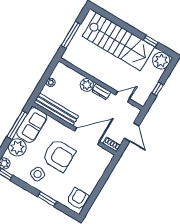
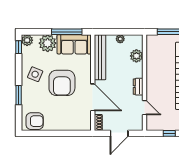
plant: (87, 85) -> (136, 56), moved

